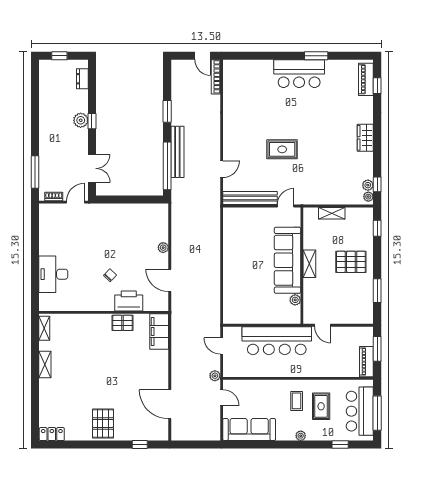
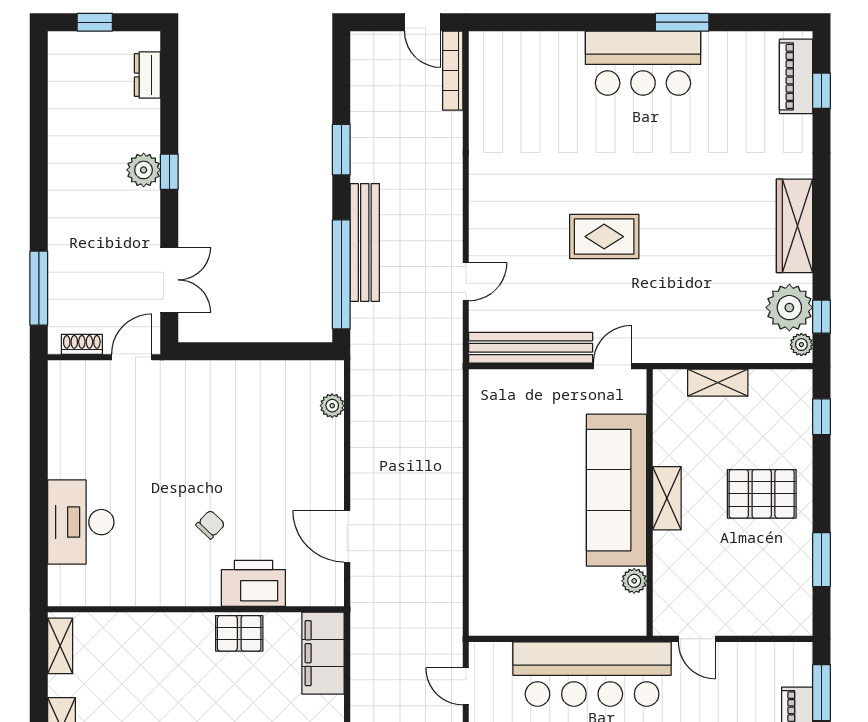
wardrobe: (365, 138) -> (795, 226), width x1.50
plant: (368, 185) -> (789, 308), width x1.88, depth x1.88
plant: (163, 248) -> (332, 406), moved

